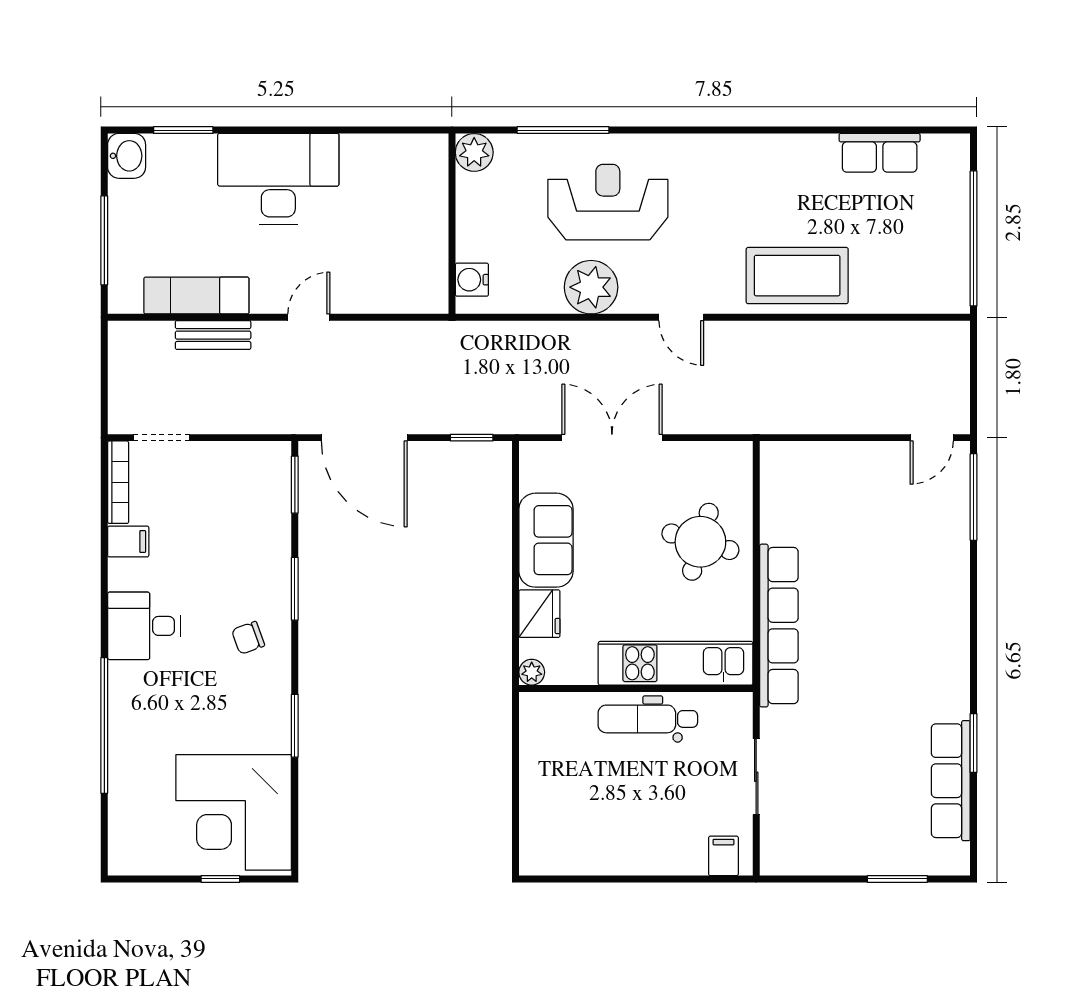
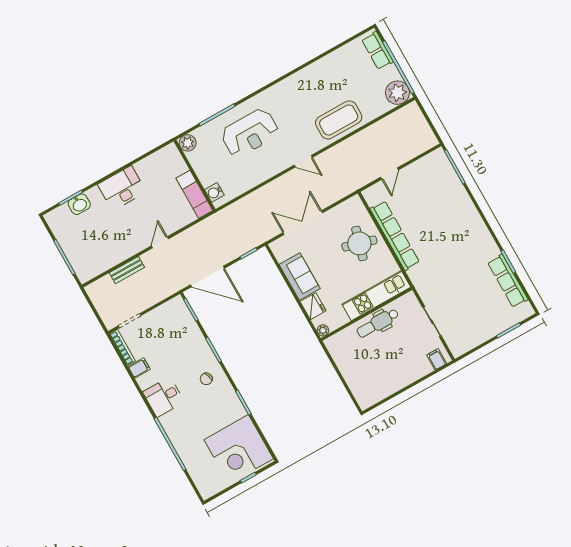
row of seats: (880, 153) -> (377, 51), moved, turned 90
washbasin: (127, 156) -> (79, 204), moved, turned 90
desk: (278, 179) -> (122, 188), width x0.73, depth x0.77
reception desk: (608, 202) -> (250, 133), turned 180
plant: (591, 287) -> (397, 93), moved
exam couch: (196, 296) -> (194, 194), moved, turned -90
door: (932, 438) -> (389, 174), moved
row of seats: (779, 626) -> (395, 236), moved

